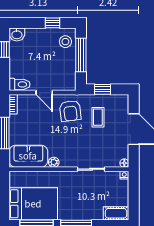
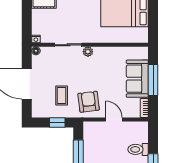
toilet: (19, 84) -> (138, 149), moved
sofa: (28, 156) -> (137, 79), moved, turned 90
plant: (54, 162) -> (88, 52), moved

